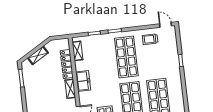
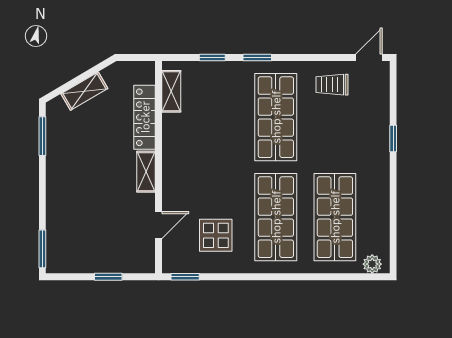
door: (165, 25) -> (369, 58), hinge flipped
freezer: (83, 81) -> (176, 158), removed

